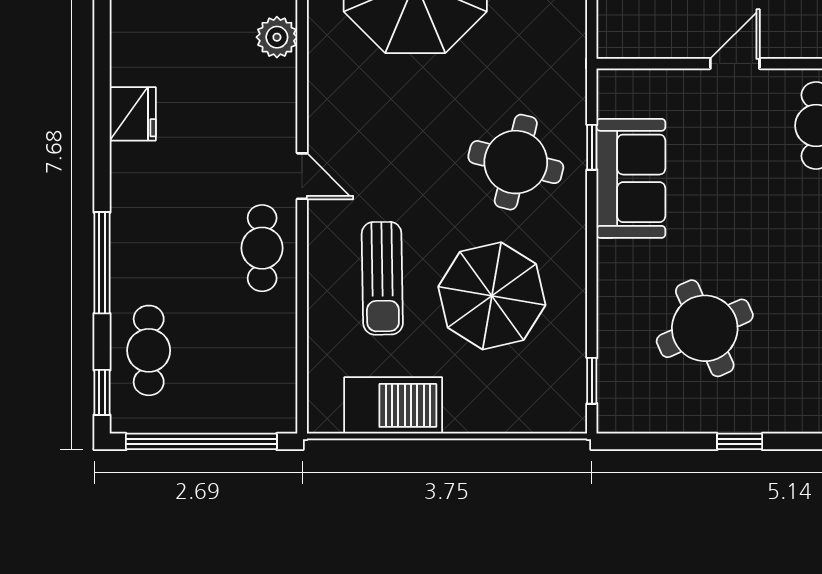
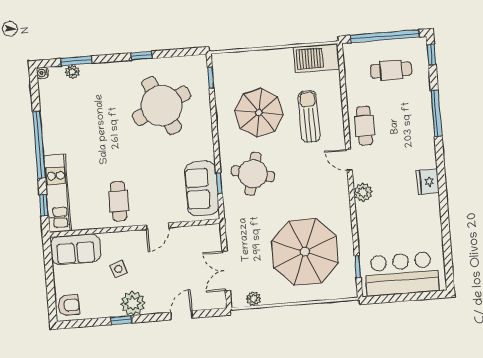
plant: (277, 37) -> (363, 192), moved
sofa: (631, 178) -> (202, 189), moved
round table: (705, 328) -> (162, 106), width x1.36, depth x1.36
cafe table: (149, 350) -> (391, 70), moved, turned 90
barbecue: (393, 405) -> (316, 58), moved

